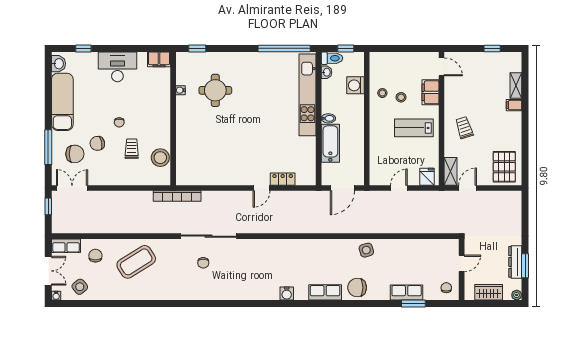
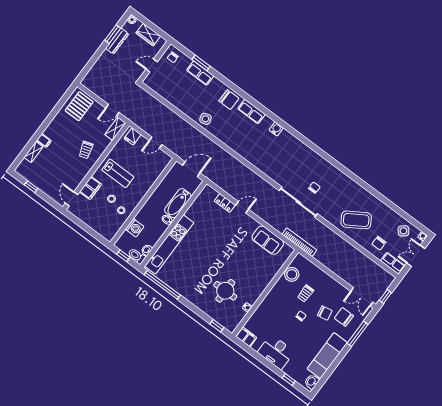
sofa: (211, 174) -> (268, 240), added

